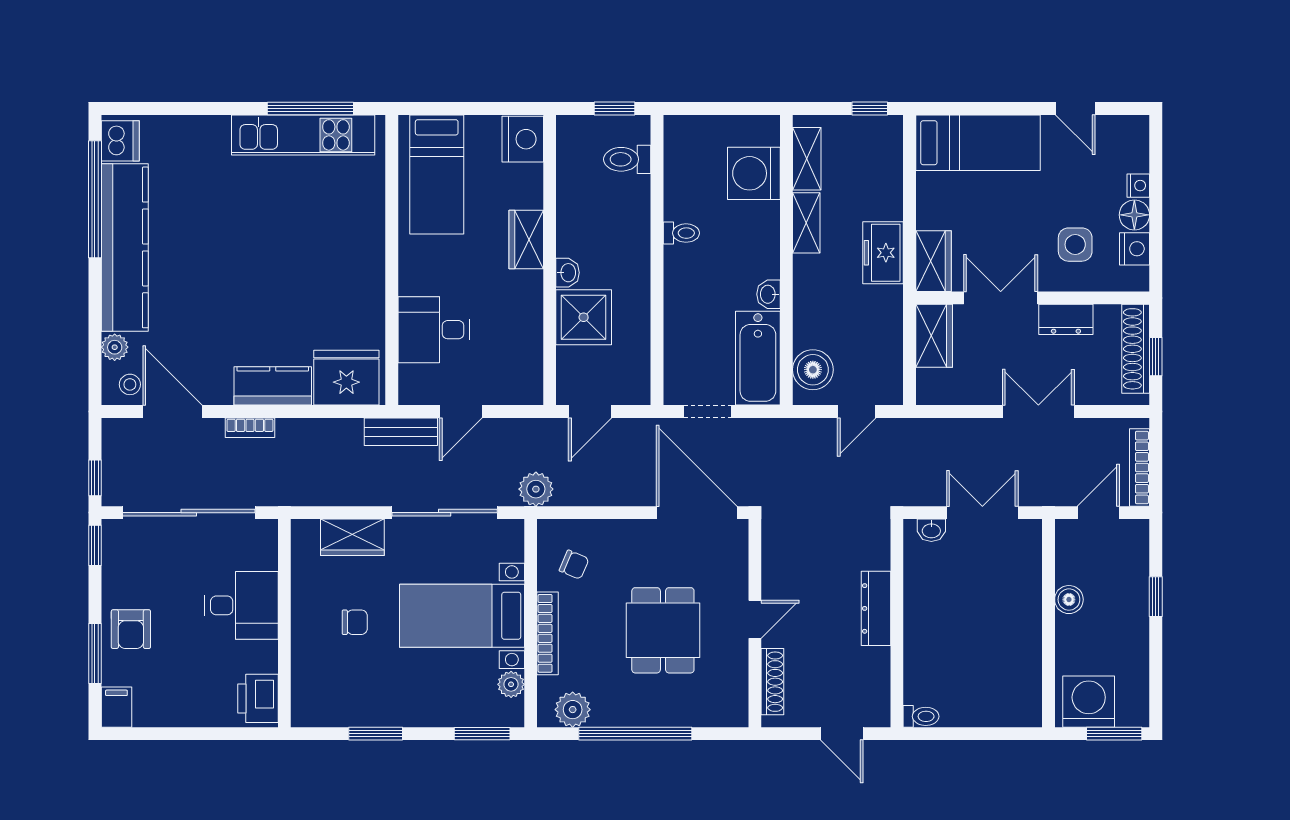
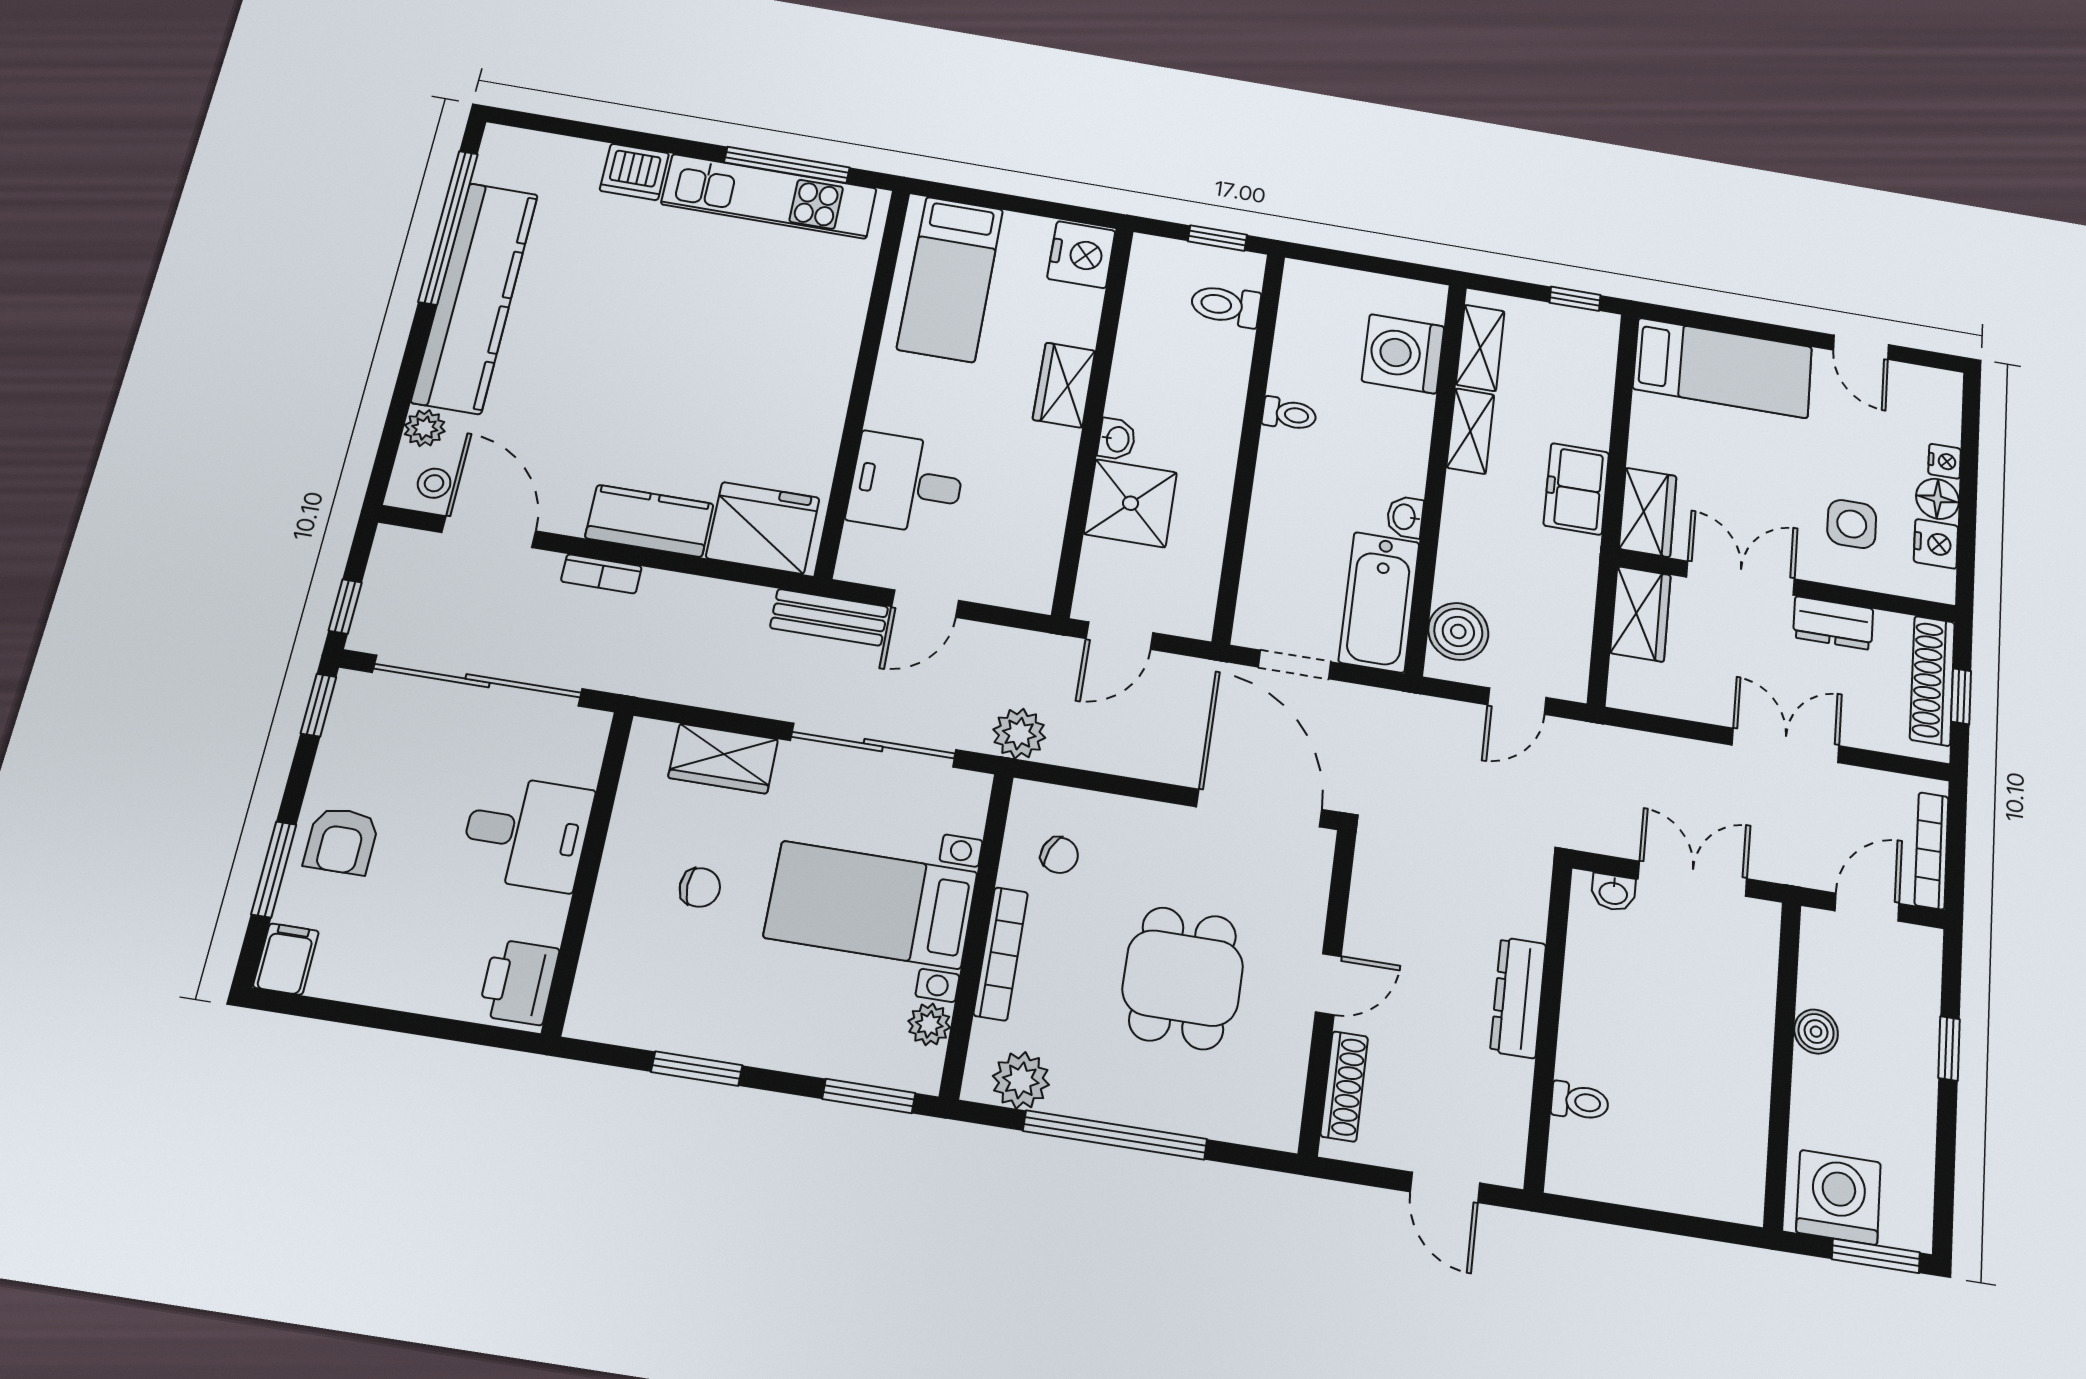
dishwasher: (120, 141) -> (634, 172), moved, turned 90
toilet: (921, 716) -> (1580, 1102), moved

